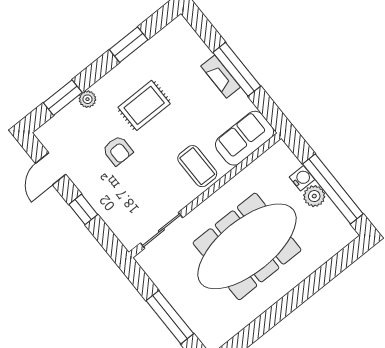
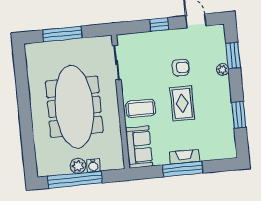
rug: (144, 105) -> (182, 103), moved
armchair: (118, 151) -> (181, 68), turned 180

